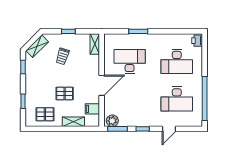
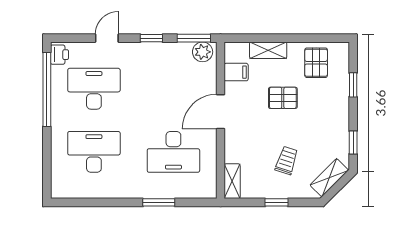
printer: (197, 41) -> (59, 55), moved
pallet: (45, 114) -> (316, 63), turned 90

